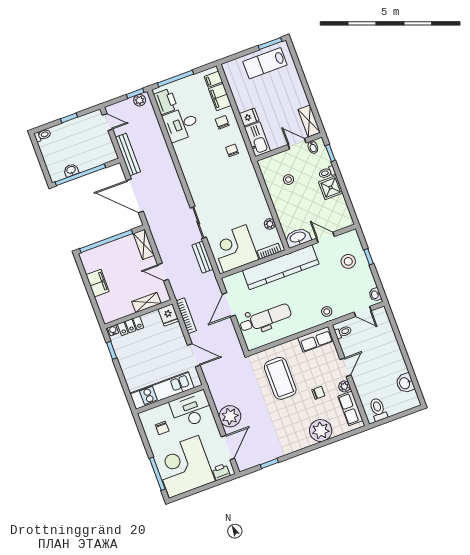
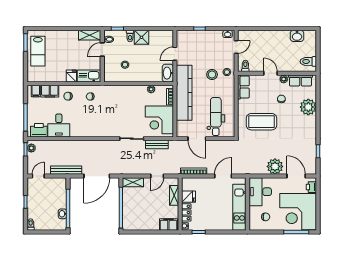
stool: (348, 261) -> (212, 74), moved
filing cabinet: (97, 283) -> (168, 225), moved
fridge: (168, 315) -> (189, 197), moved

